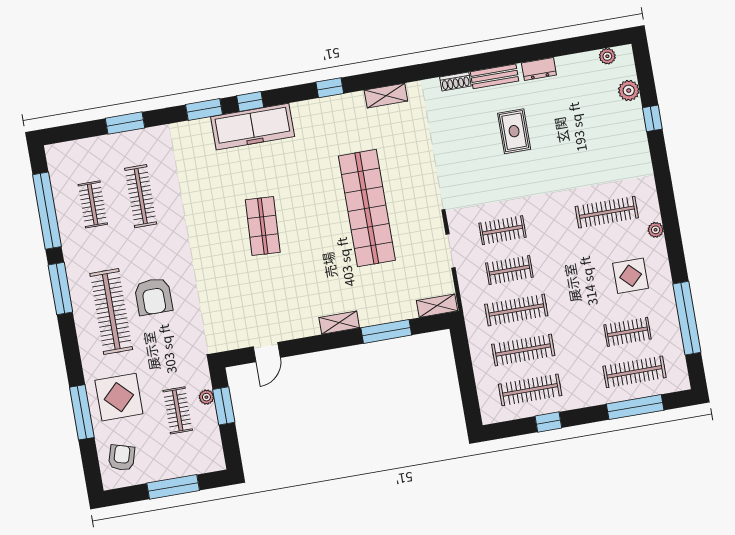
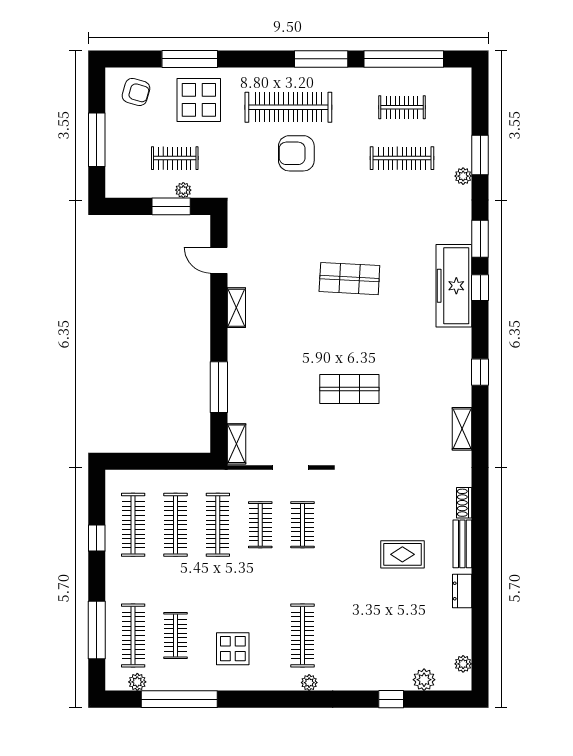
plant: (148, 136) -> (463, 176), added
shop shelf: (367, 208) -> (349, 389), width x0.50, depth x0.74
plant: (656, 230) -> (309, 683), moved
shelving: (339, 323) -> (236, 308), moved
plant: (678, 360) -> (137, 682), added

